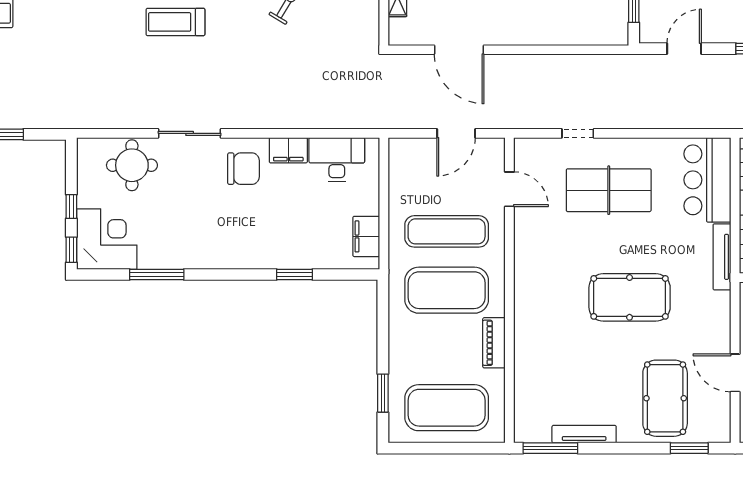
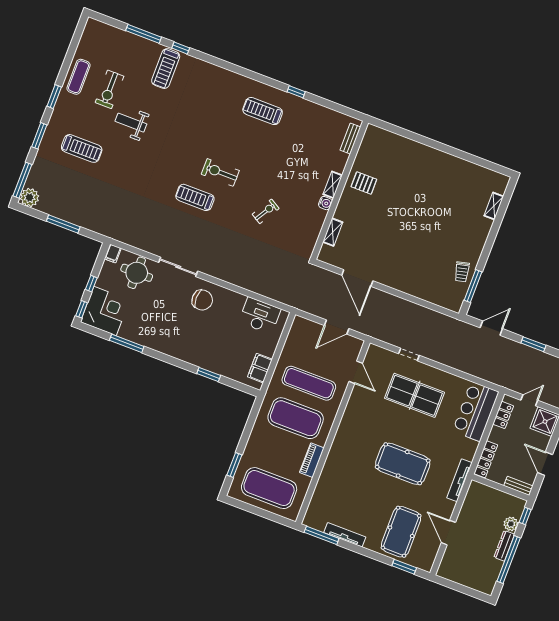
filing cabinet: (288, 150) -> (113, 253), moved, width x0.50
tv unit: (722, 257) -> (459, 480), moved

